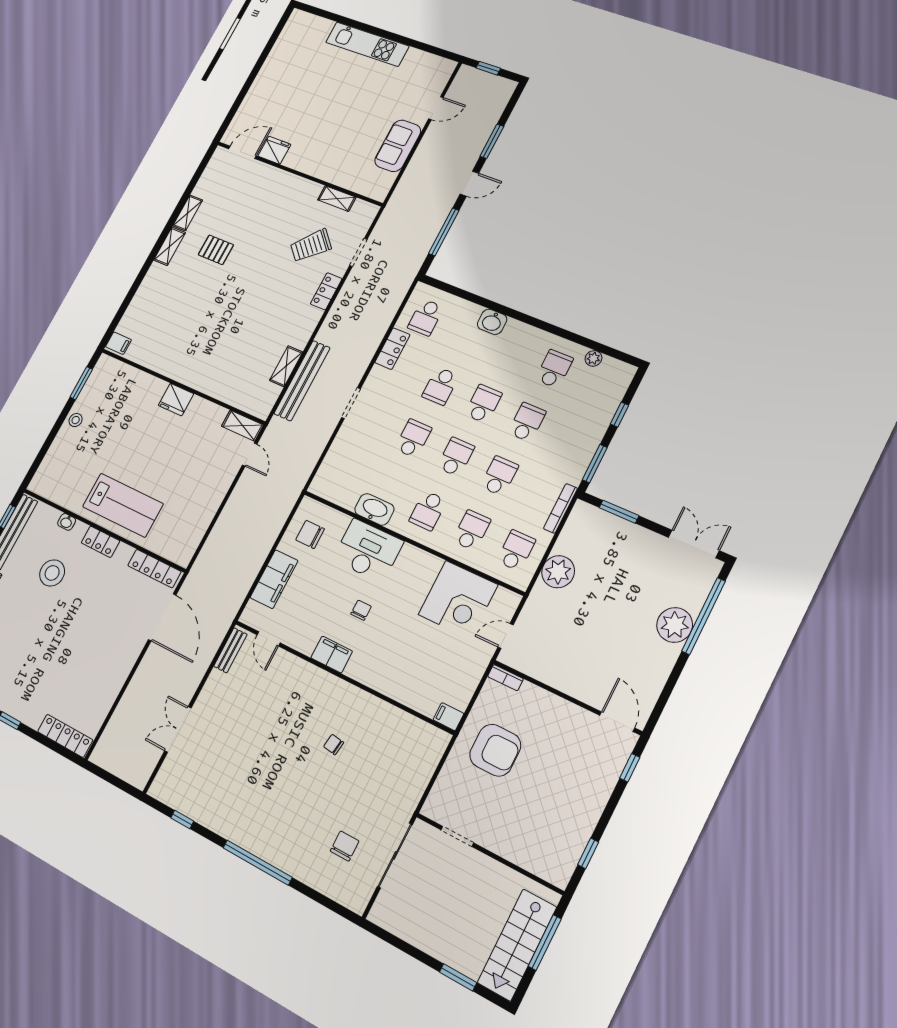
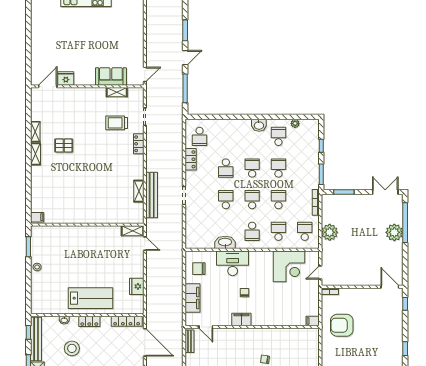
door: (436, 108) -> (145, 74), moved
sofa: (398, 146) -> (111, 76), moved, turned 90
trolley: (311, 246) -> (117, 123), turned 45
washbasin: (492, 322) -> (259, 125), moved
fridge: (176, 400) -> (137, 286), moved, turned 90
armchair: (495, 750) -> (342, 325), turned 180

